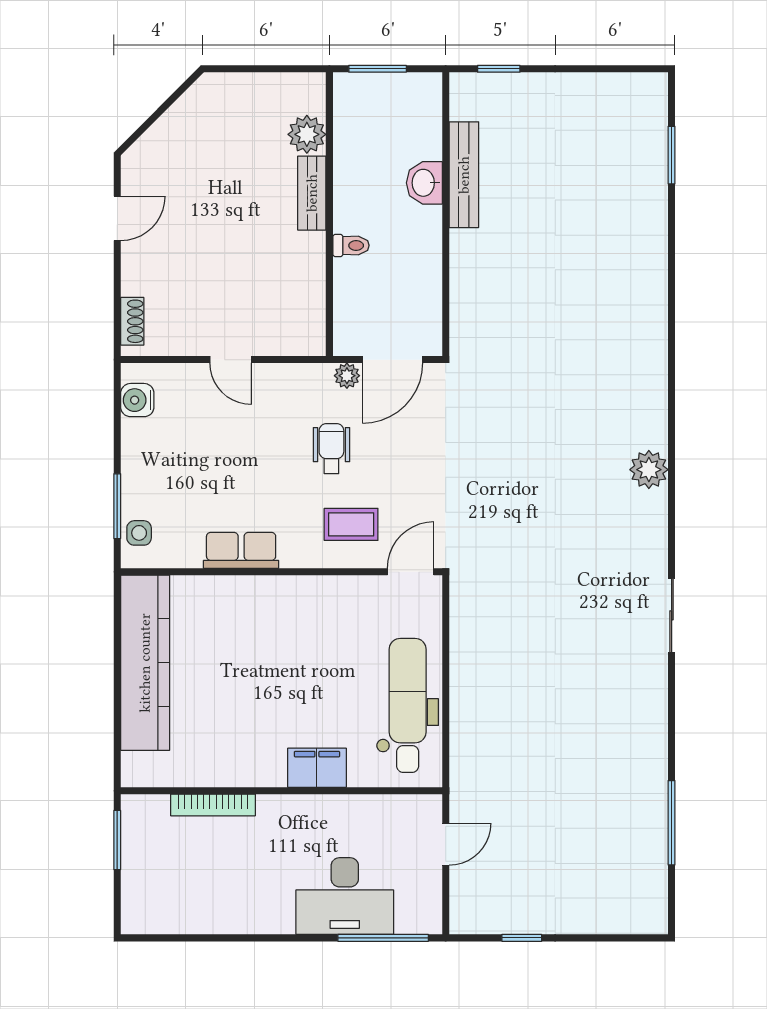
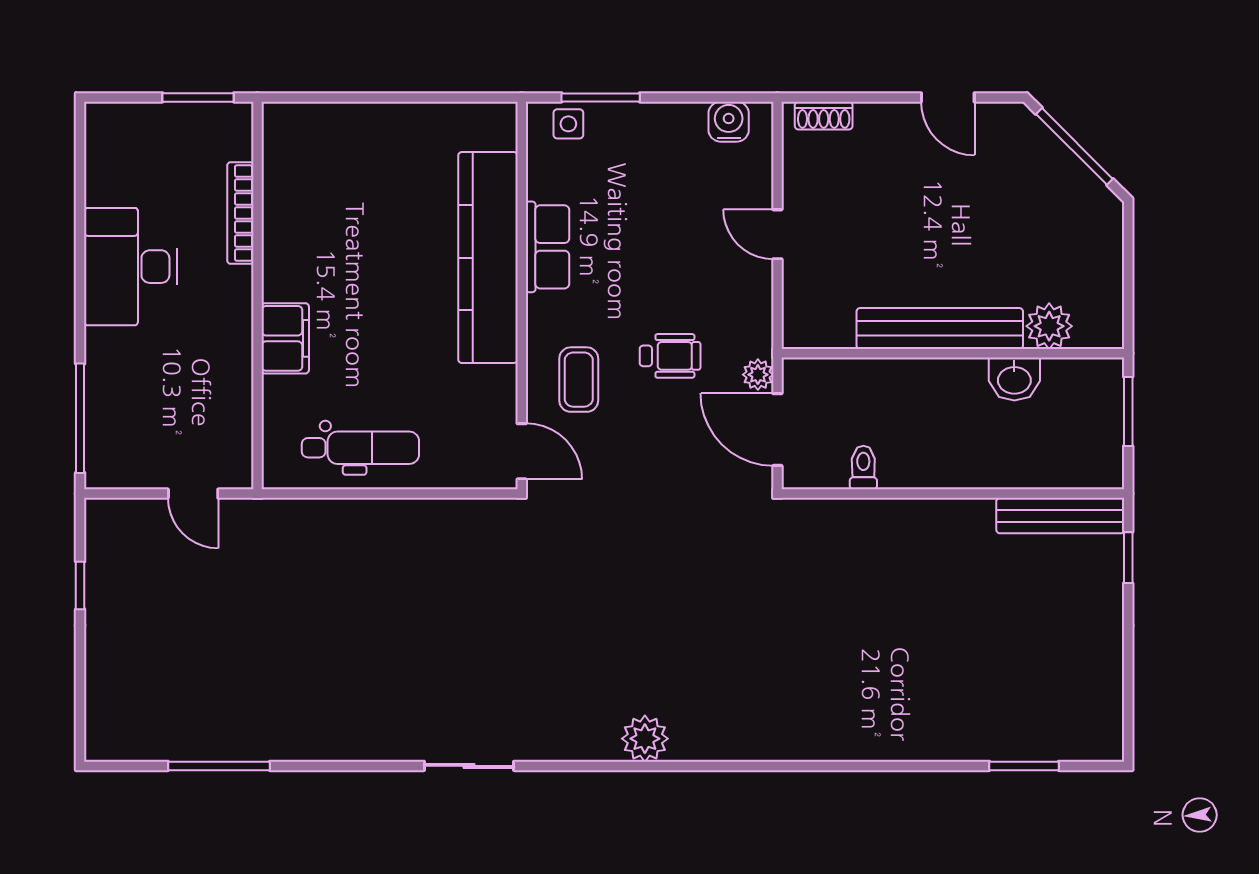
window: (158, 113) -> (1074, 146), added
bench: (464, 175) -> (1060, 516), moved
washbasin: (424, 183) -> (1014, 379), moved, turned 180
bench: (312, 193) -> (940, 329), width x1.86, depth x1.21
toilet: (351, 245) -> (863, 468), moved, turned 180
door: (231, 360) -> (777, 234), hinge flipped
kitchen counter: (145, 663) -> (488, 258), moved, turned 90
dental chair: (408, 705) -> (360, 448), width x0.73, depth x0.72
desk: (345, 896) -> (130, 267), moved

